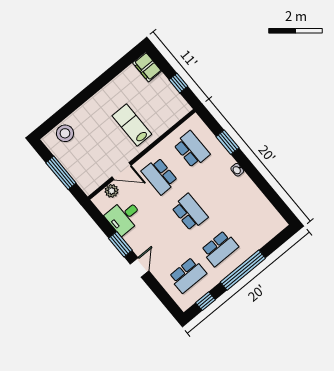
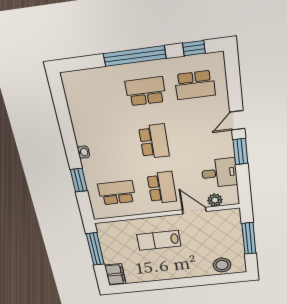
window: (178, 83) -> (95, 249), width x2.17
lab bench: (132, 125) -> (159, 240), turned 90
school desk: (192, 149) -> (117, 193), turned 90
school desk: (190, 212) -> (154, 141), turned 180
school desk: (188, 275) -> (195, 85), turned 180

